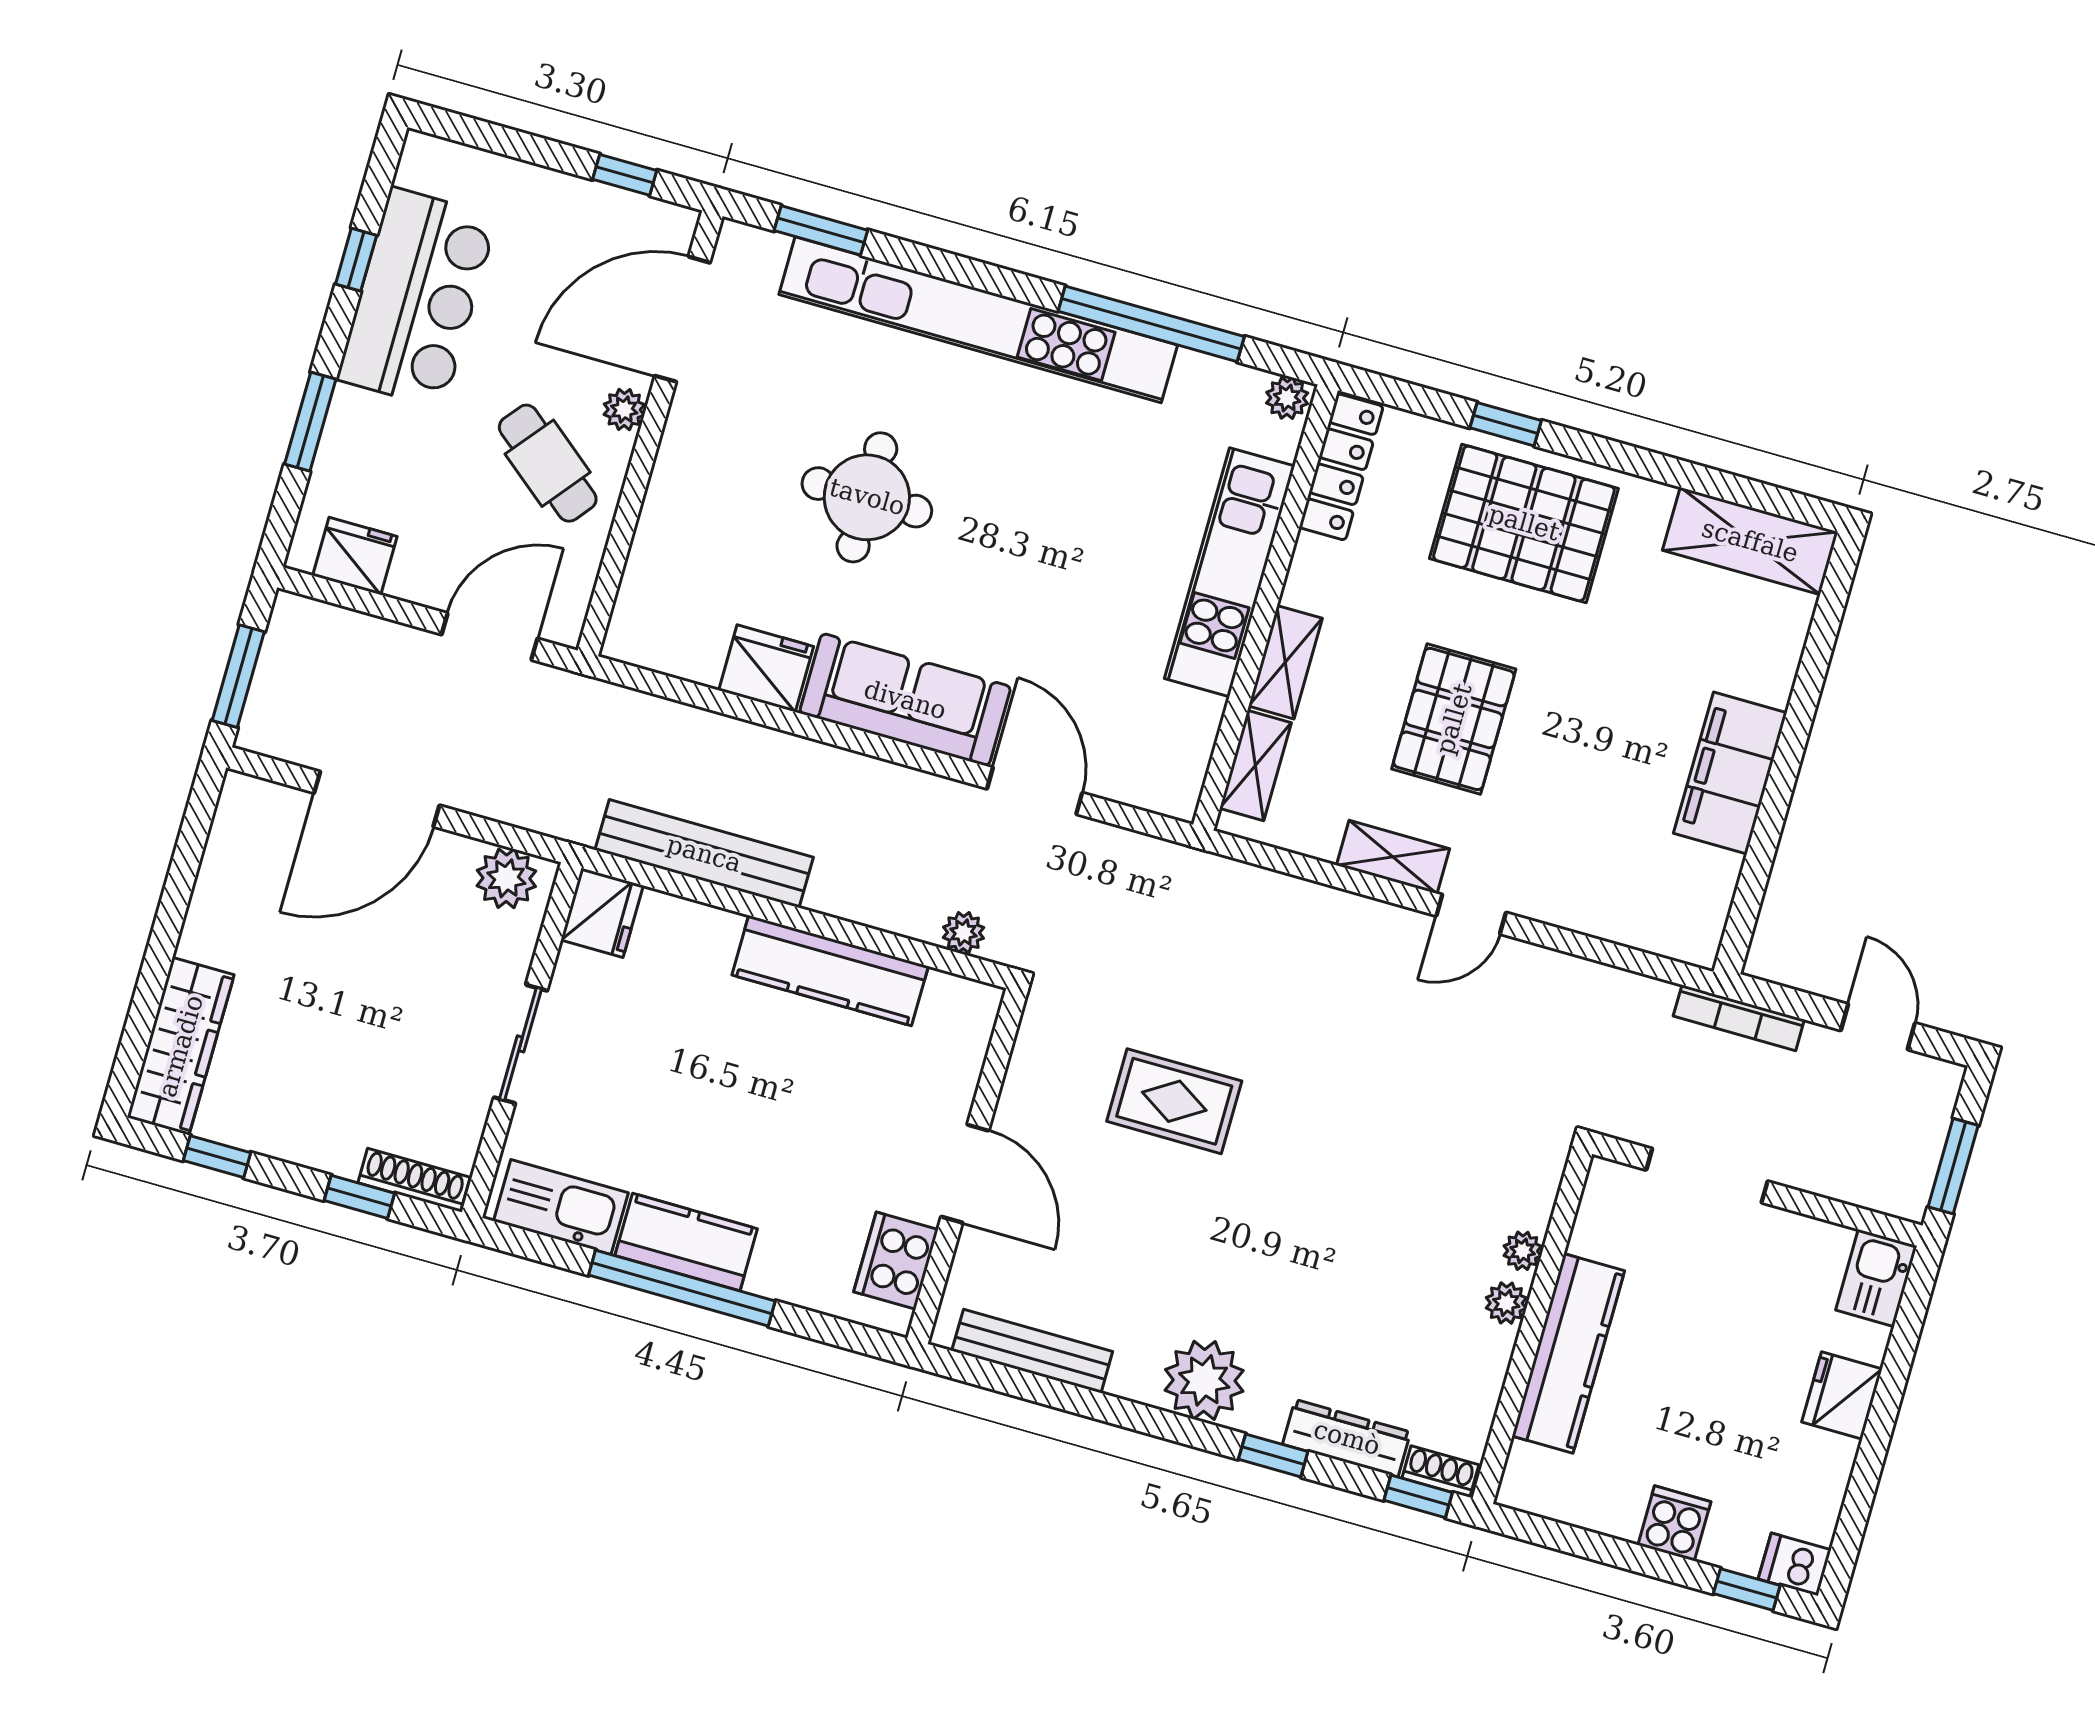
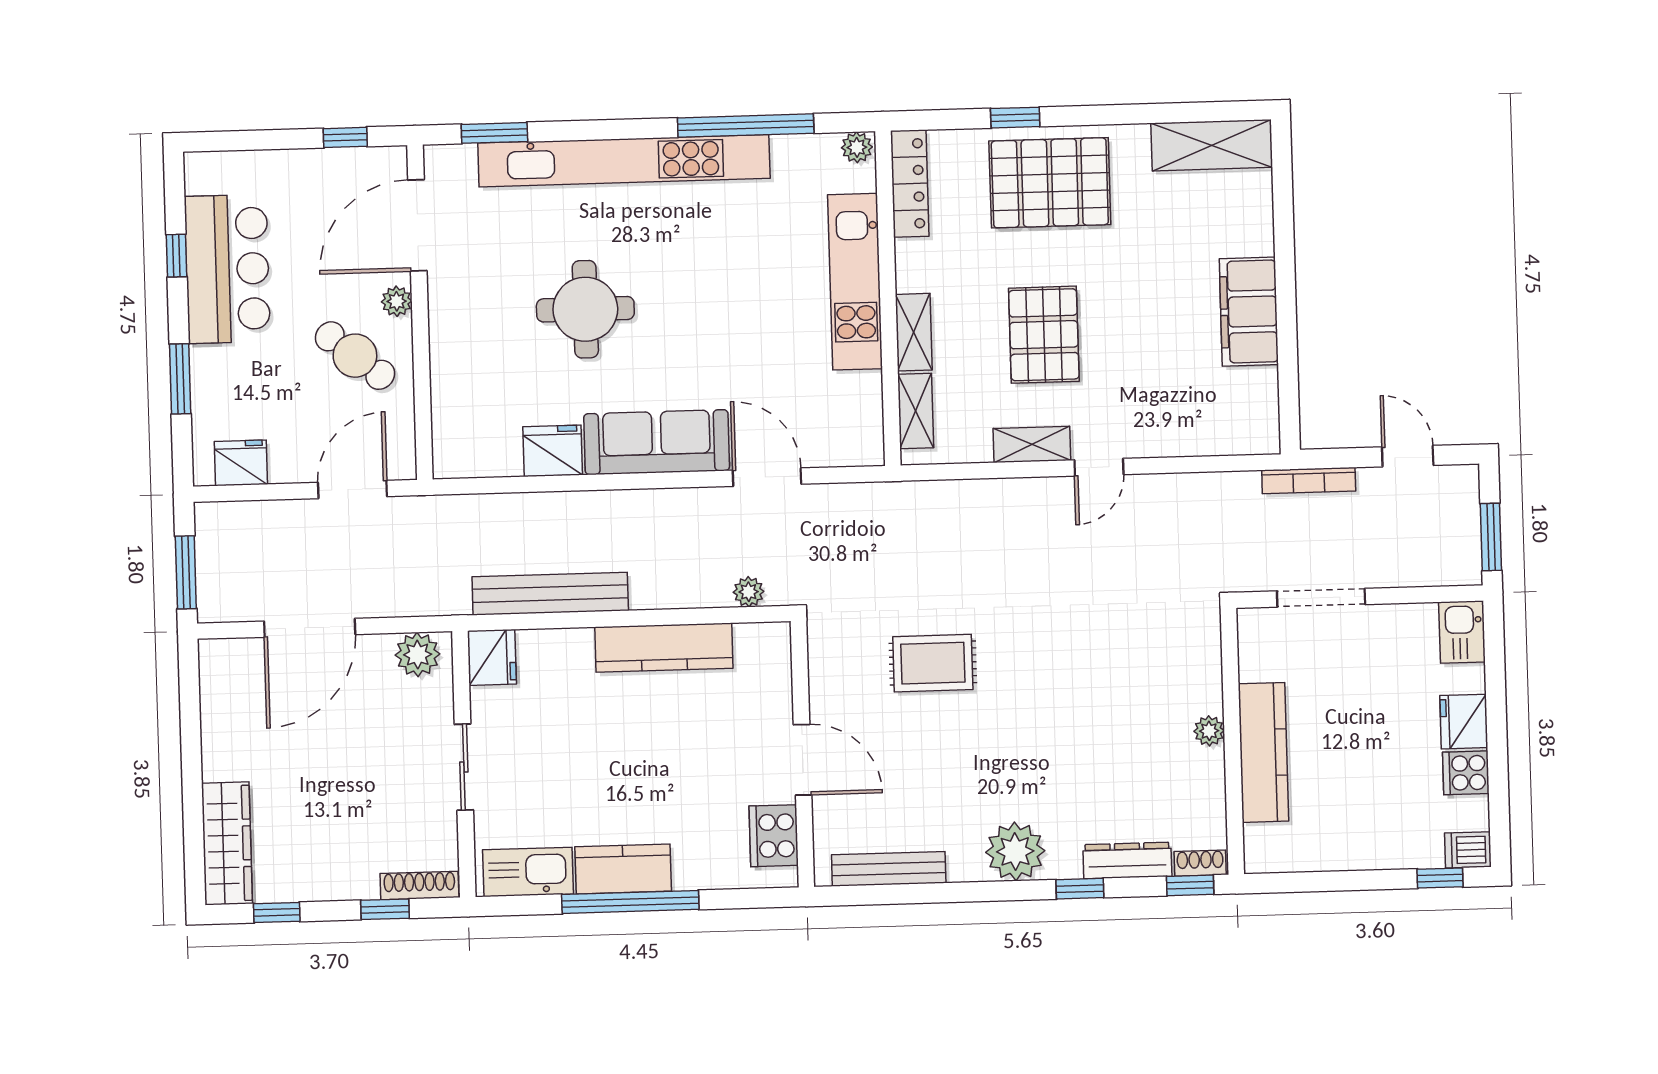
plant: (1523, 1251) -> (1209, 691), removed
cooker: (1674, 1523) -> (1466, 773), moved, turned -90

